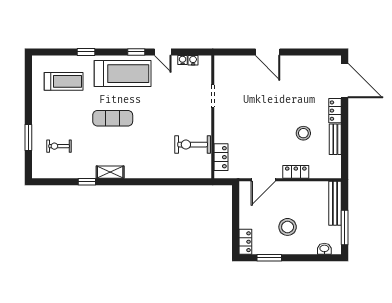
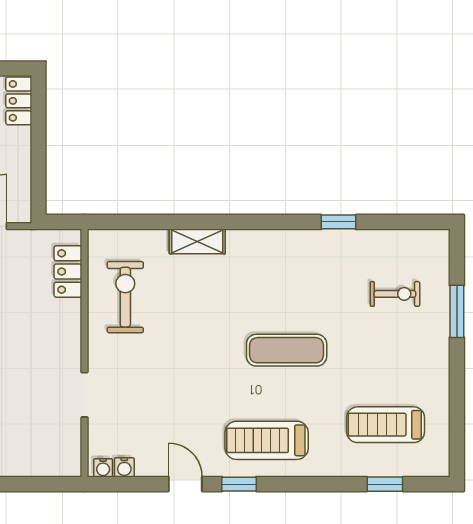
window: (86, 52) -> (385, 484), moved
water cooler: (183, 60) -> (103, 468), moved
treadmill: (123, 74) -> (267, 440), width x0.73, depth x0.73
exercise bike: (193, 145) -> (125, 297), turned -90
shelving: (110, 172) -> (197, 241), moved

